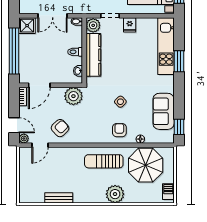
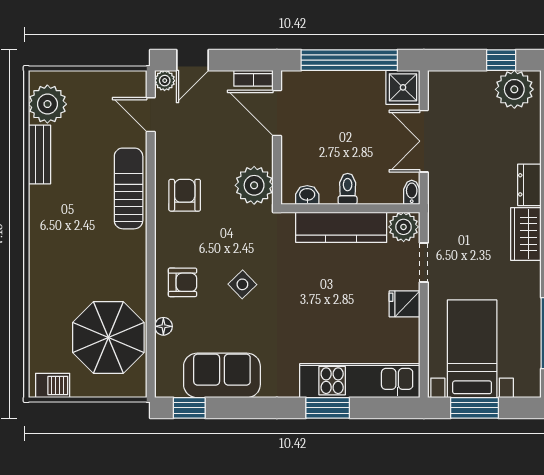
armchair: (60, 128) -> (185, 195), moved, turned -136
sun lounger: (104, 161) -> (129, 188), moved
plant: (115, 194) -> (47, 104), moved

